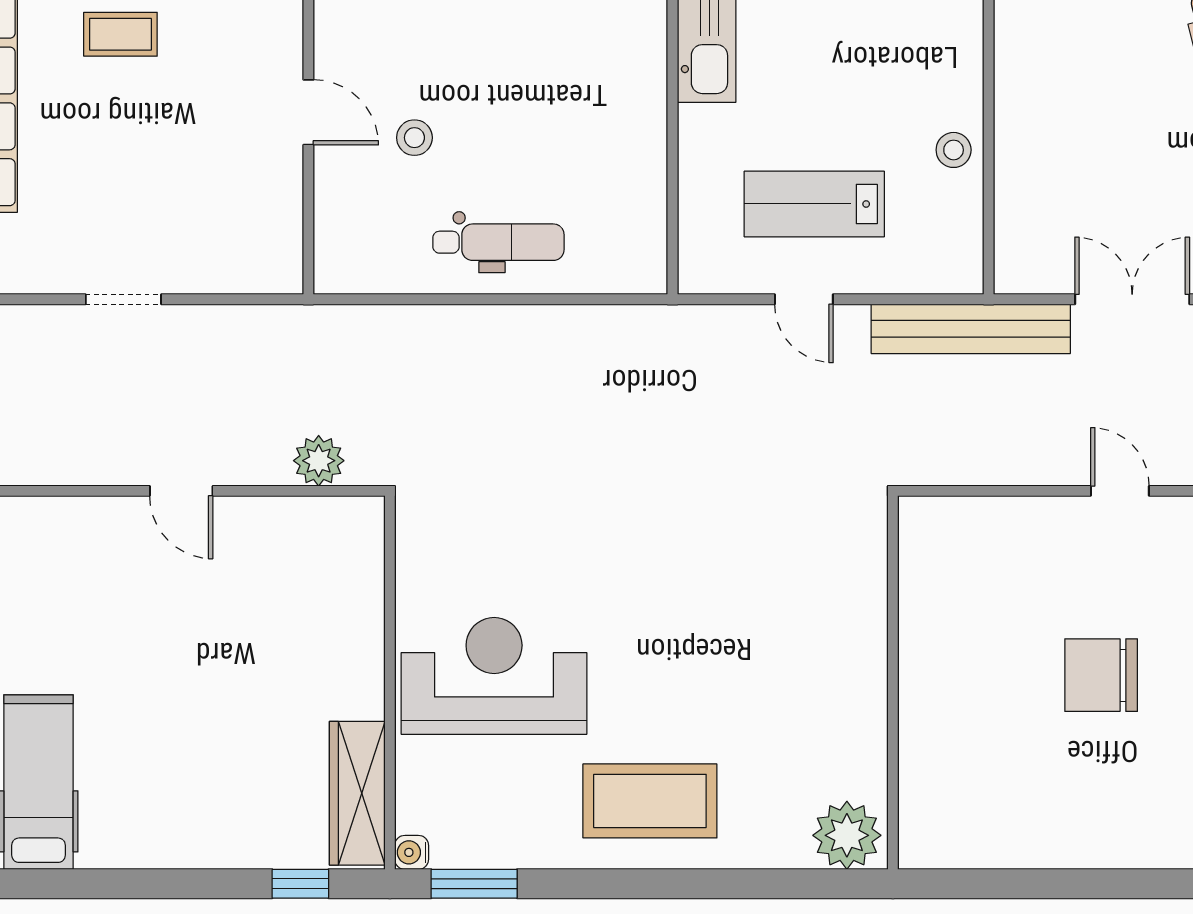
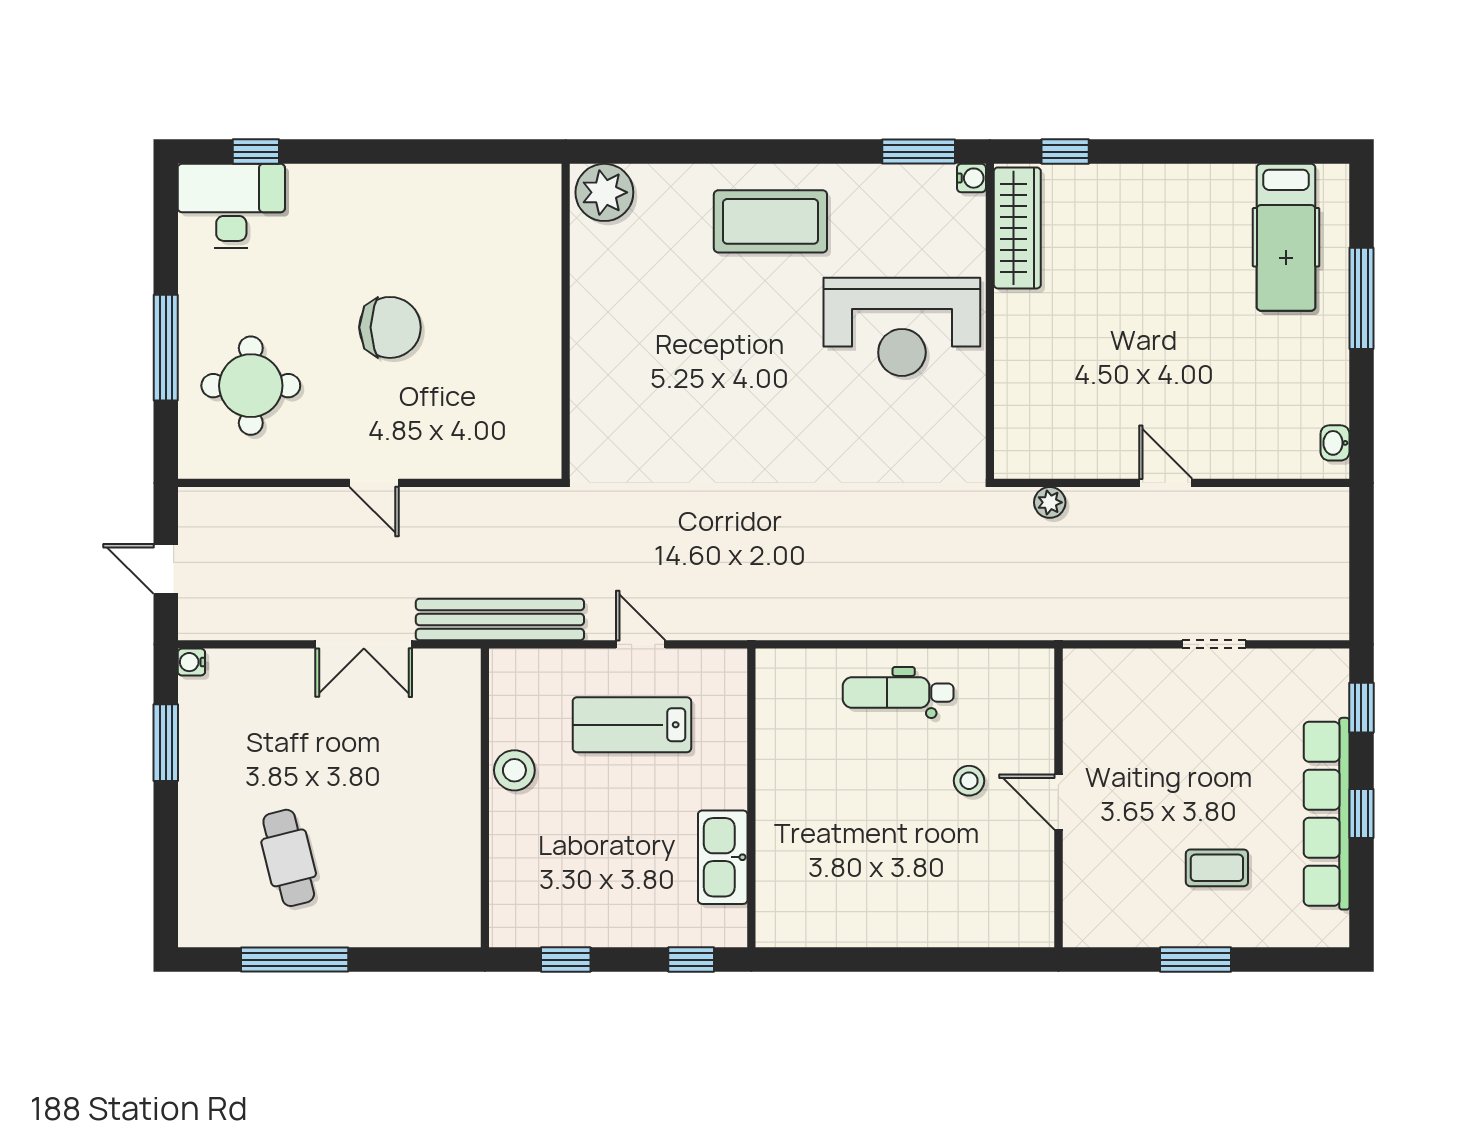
stool: (954, 150) -> (514, 770), width x1.37, depth x1.37
lab bench: (814, 204) -> (632, 725), turned 180
plant: (319, 461) -> (1050, 502), width x0.73, depth x0.73

